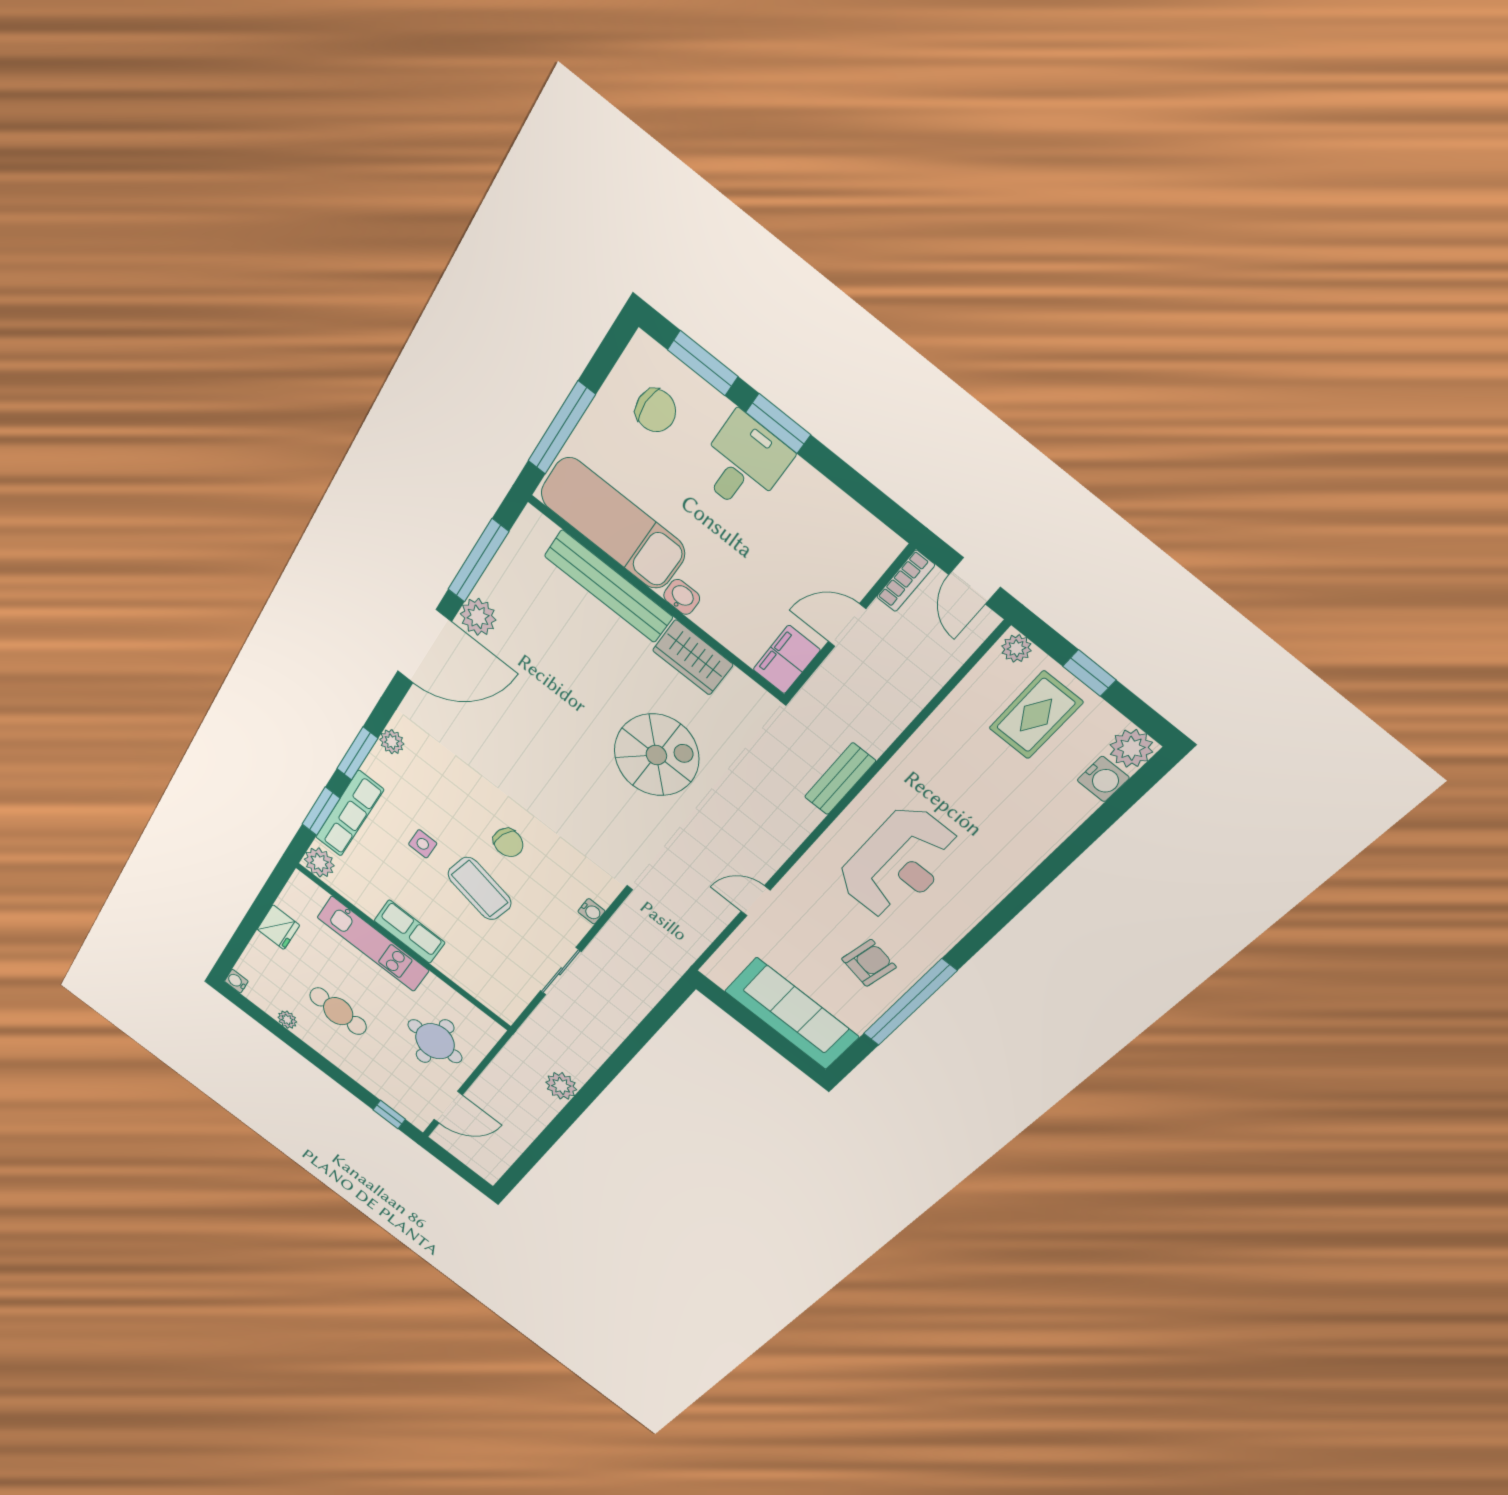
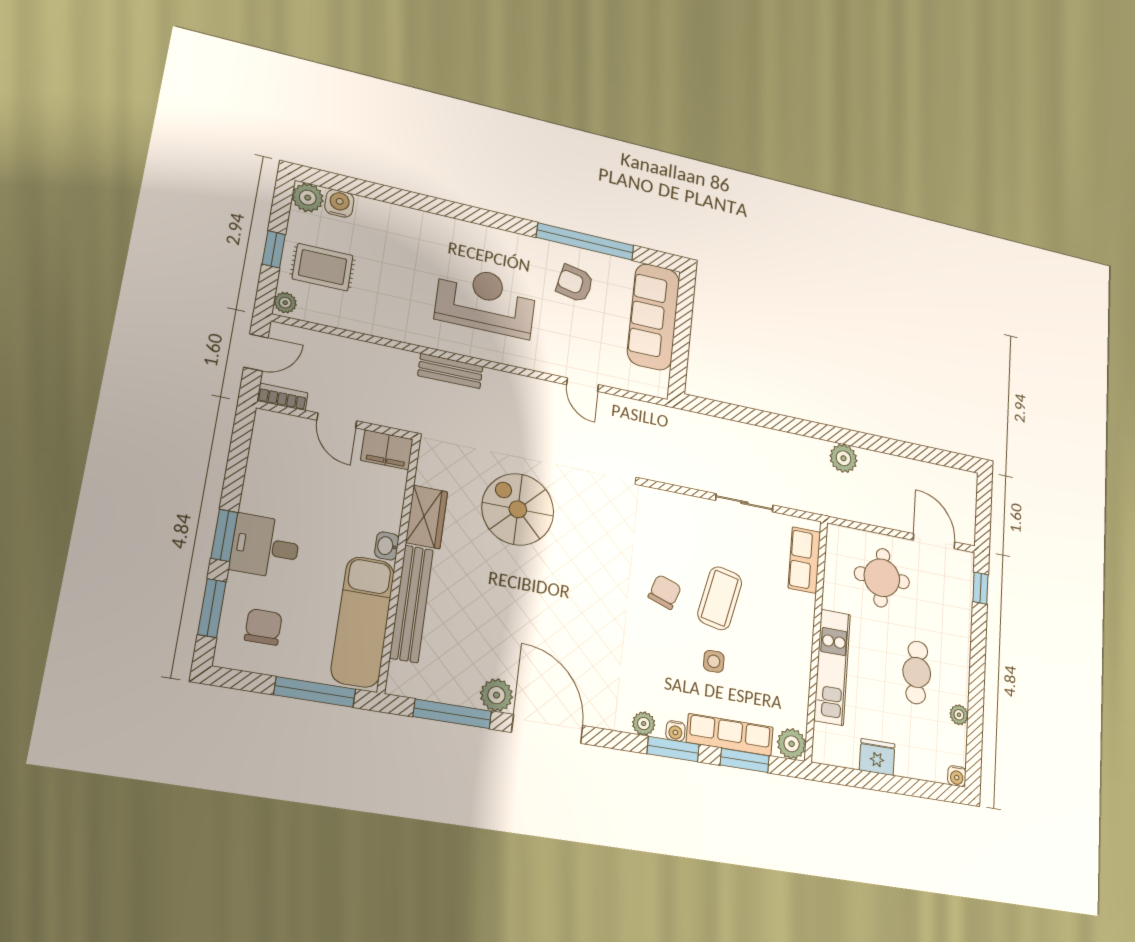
water cooler: (591, 911) -> (675, 731), moved, turned 180
row of seats: (410, 932) -> (804, 560), moved

